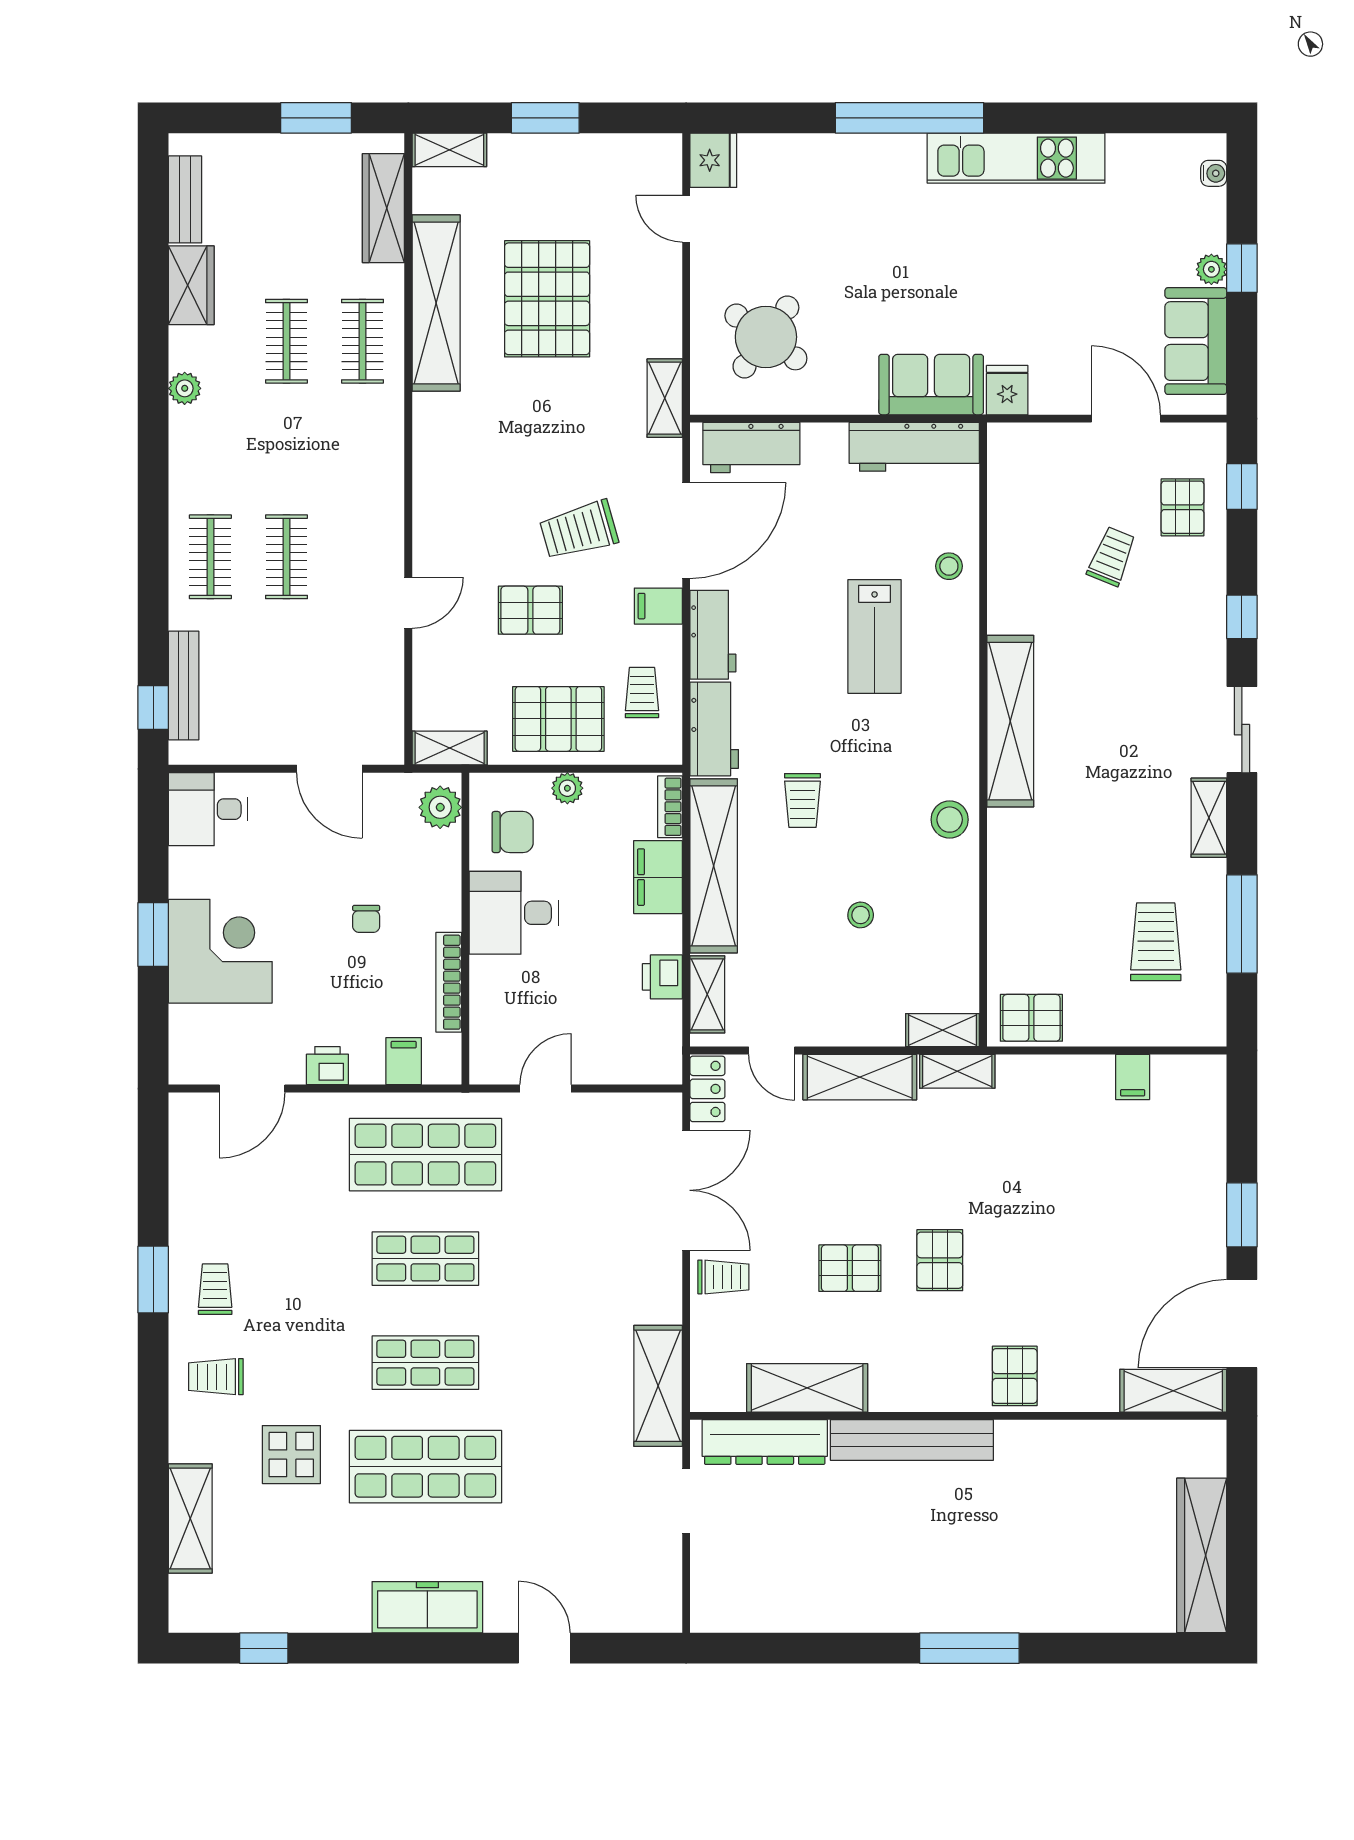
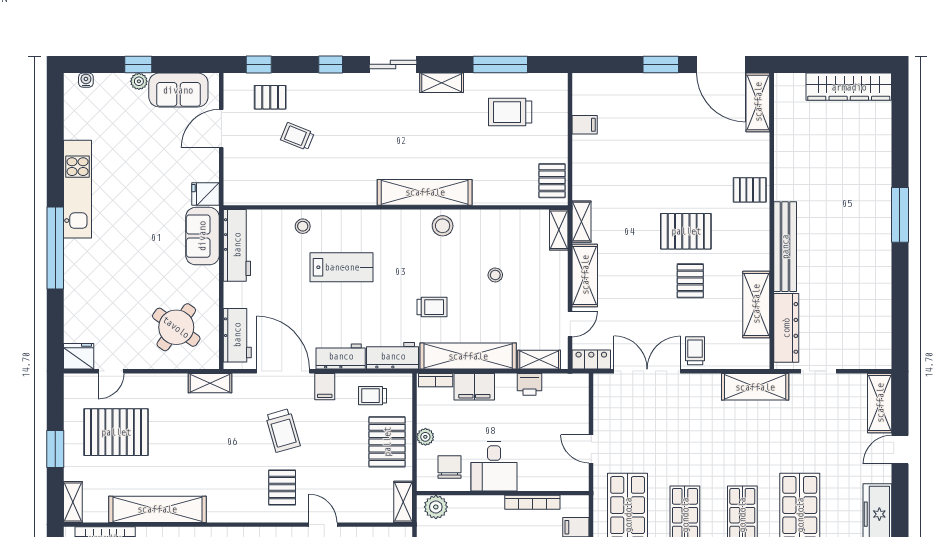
pallet: (547, 299) -> (116, 432), moved
pallet: (530, 610) -> (282, 487), moved
shelving: (1010, 721) -> (425, 192), moved
pallet: (940, 1260) -> (686, 231), width x1.50, depth x1.42
shelving: (628, 1611) -> (880, 403), added

